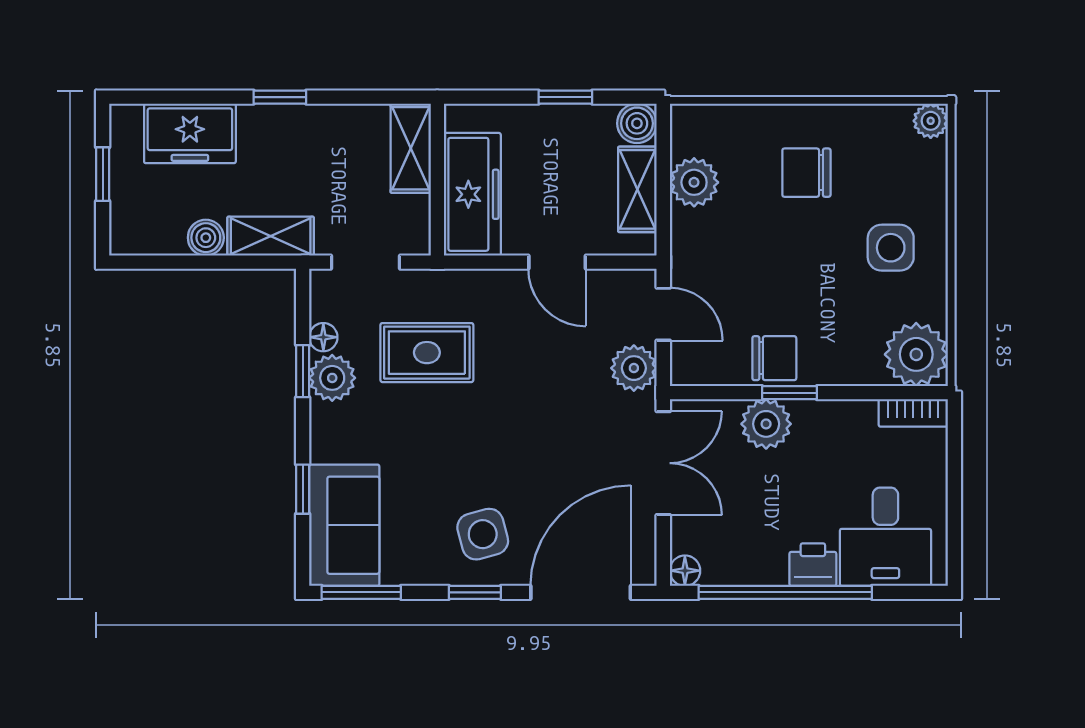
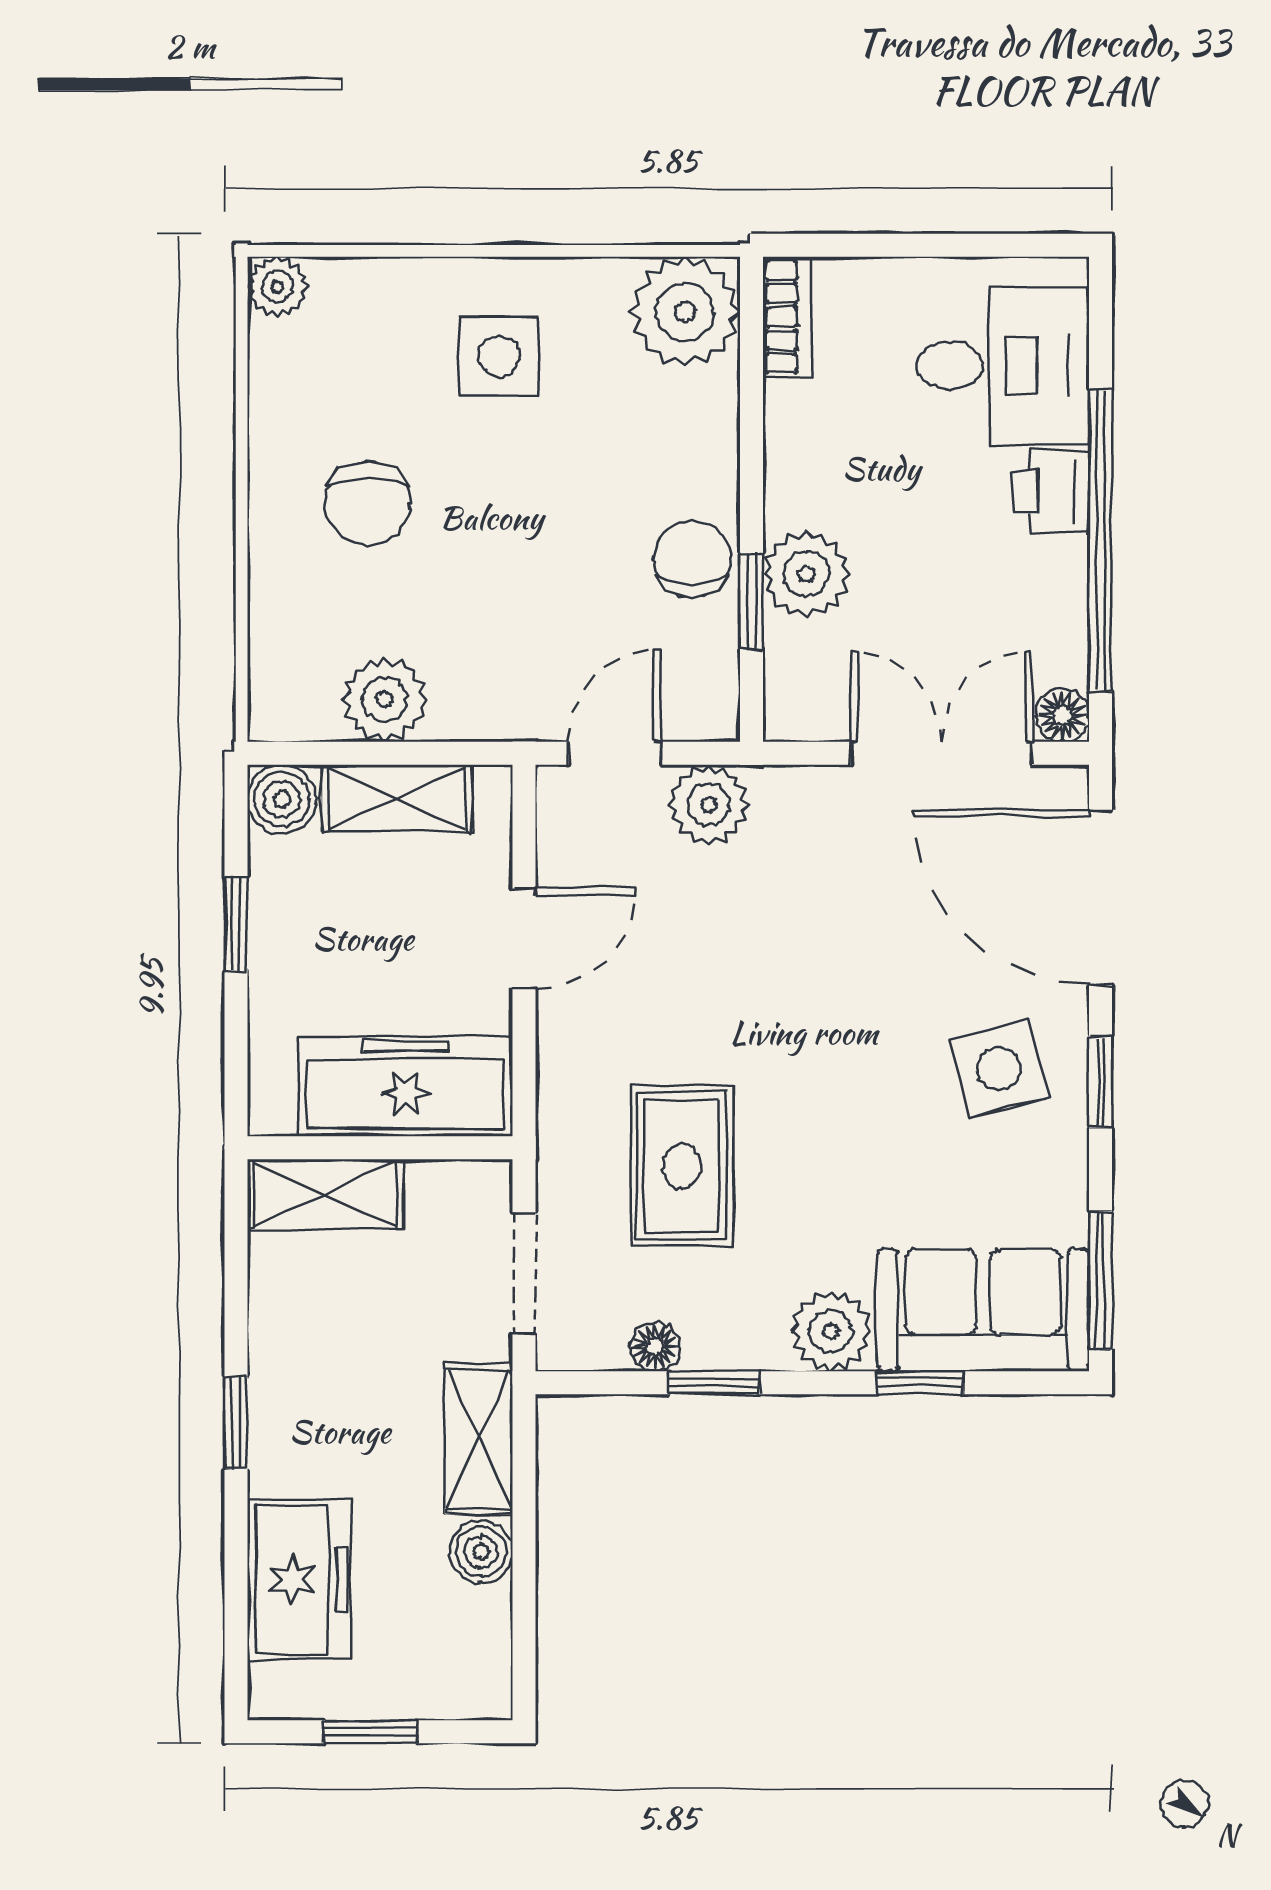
plant: (332, 378) -> (831, 1331), moved
window: (789, 393) -> (752, 601), moved
double door: (663, 463) -> (941, 753), moved

